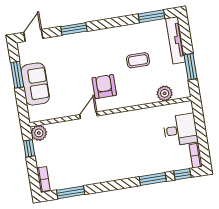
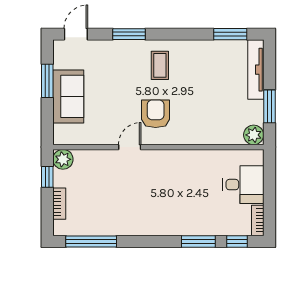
coffee table: (138, 60) -> (160, 65), moved, turned 90
plant: (165, 93) -> (254, 135), moved
bookcase: (43, 179) -> (59, 204), moved
window: (71, 192) -> (91, 241), width x1.44

